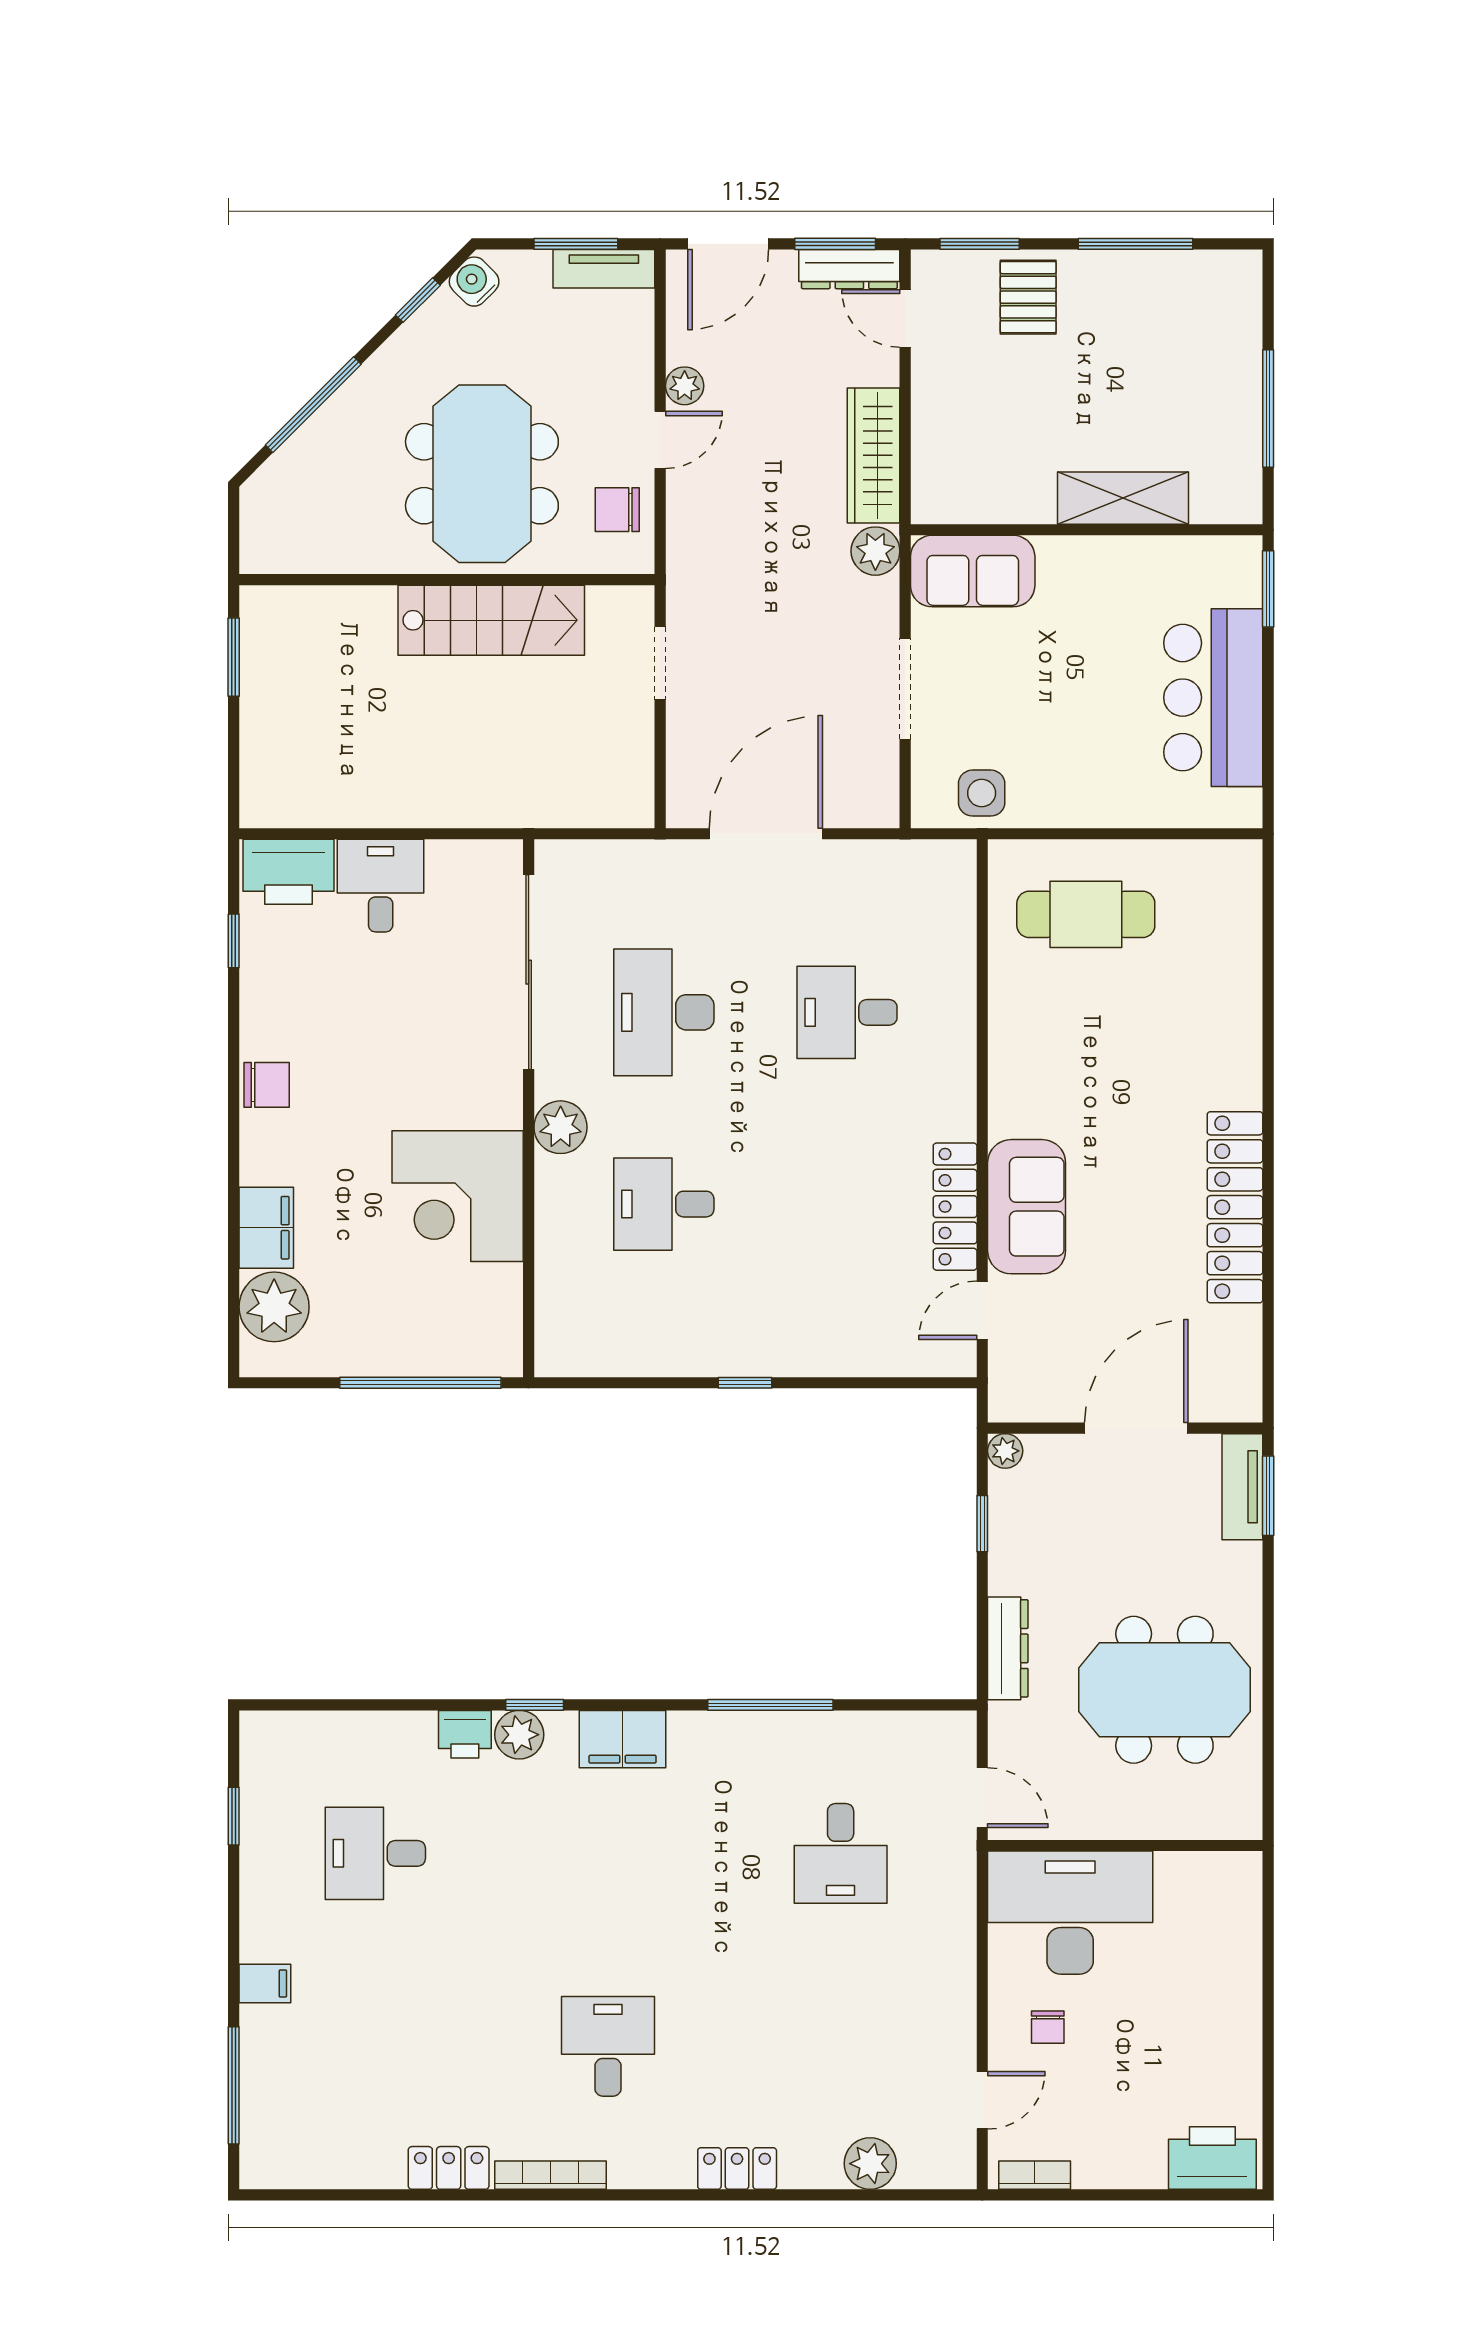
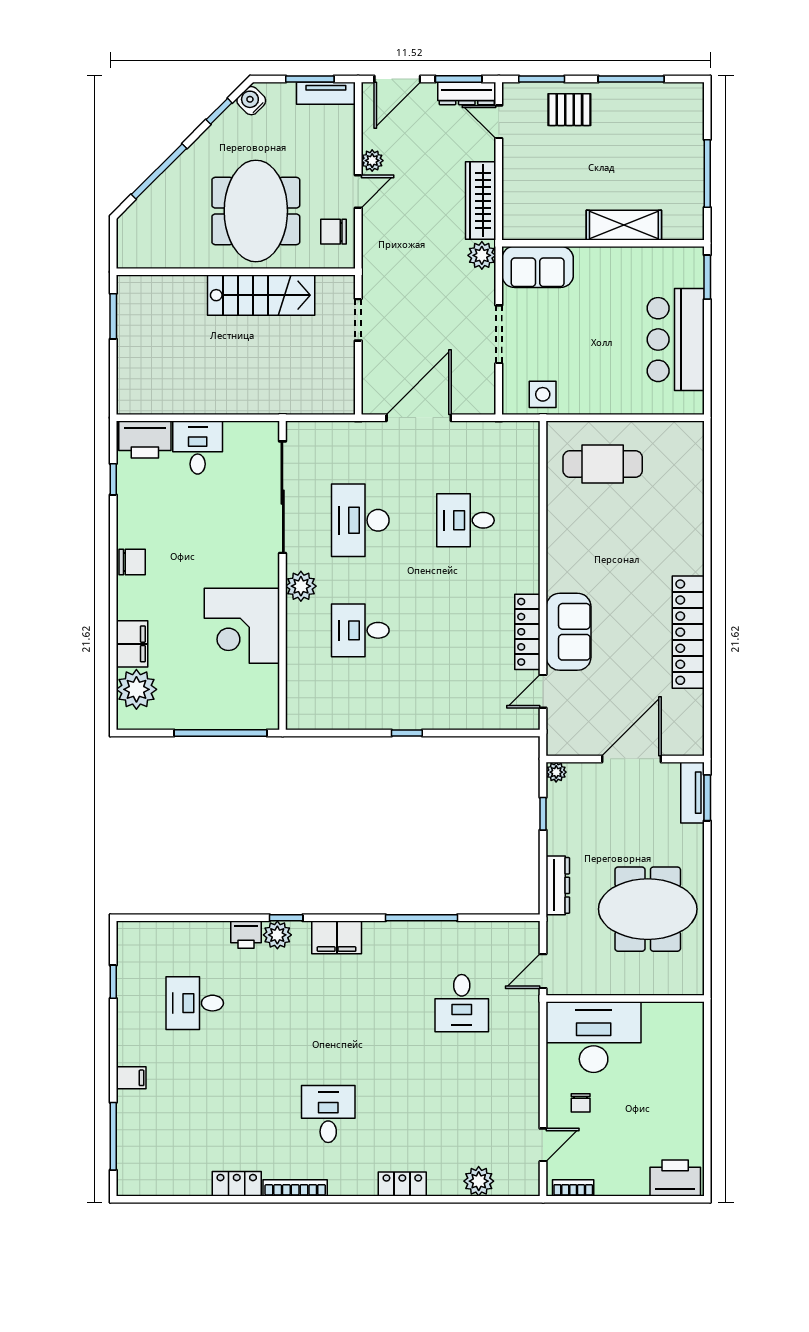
pallet: (1028, 297) -> (569, 110), turned 90
door: (982, 1798) -> (543, 971), swing flipped

